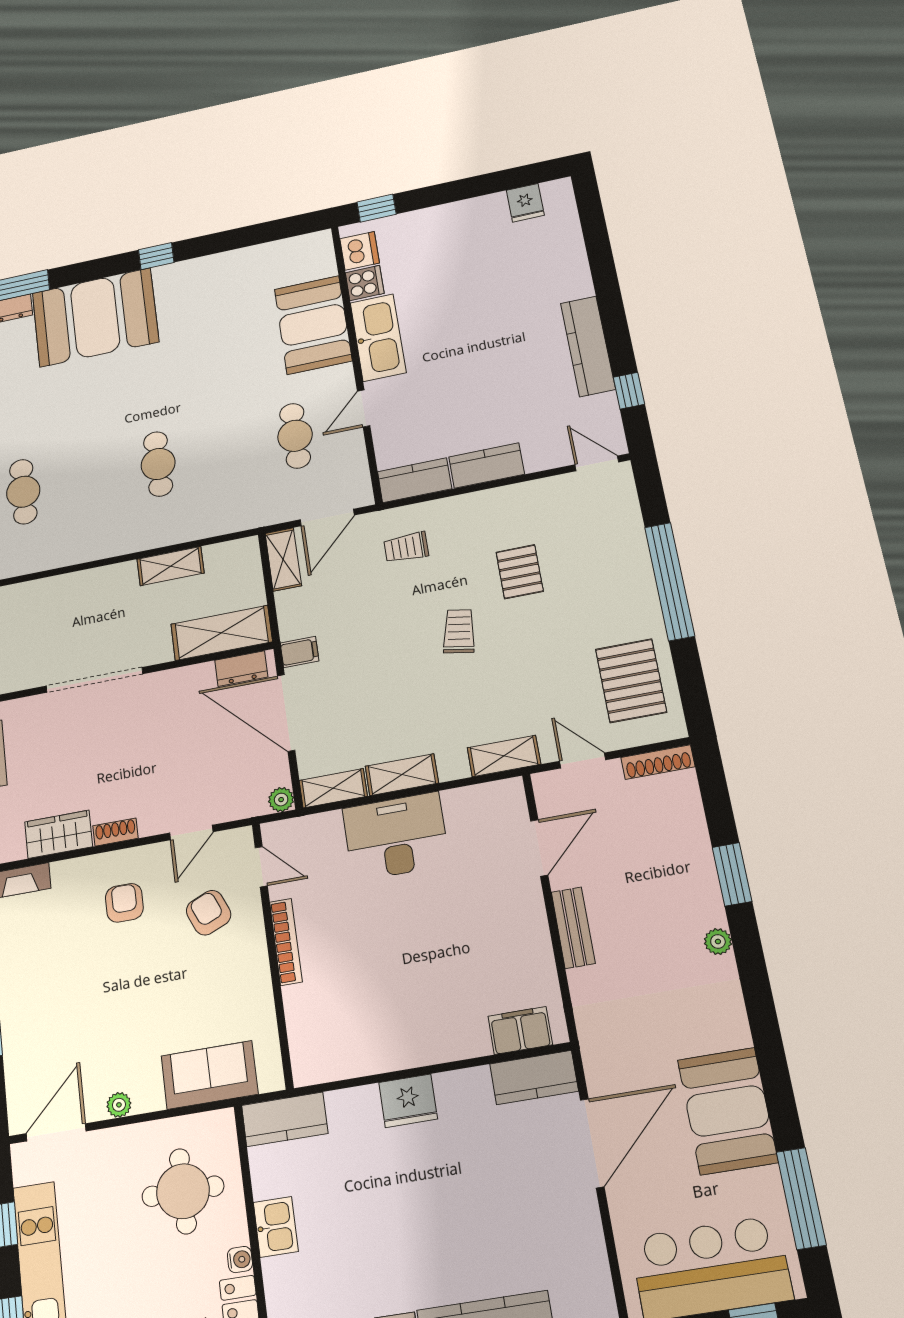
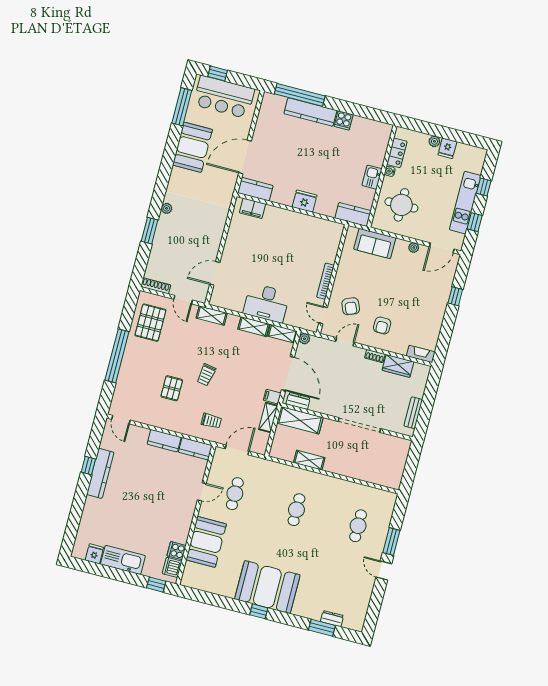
booth: (95, 317) -> (267, 587), moved
kitchen sink: (378, 338) -> (123, 560), moved, turned 90
window: (629, 391) -> (88, 465), moved
shelving: (283, 559) -> (268, 417), moved
bench: (573, 928) -> (216, 237), removed

